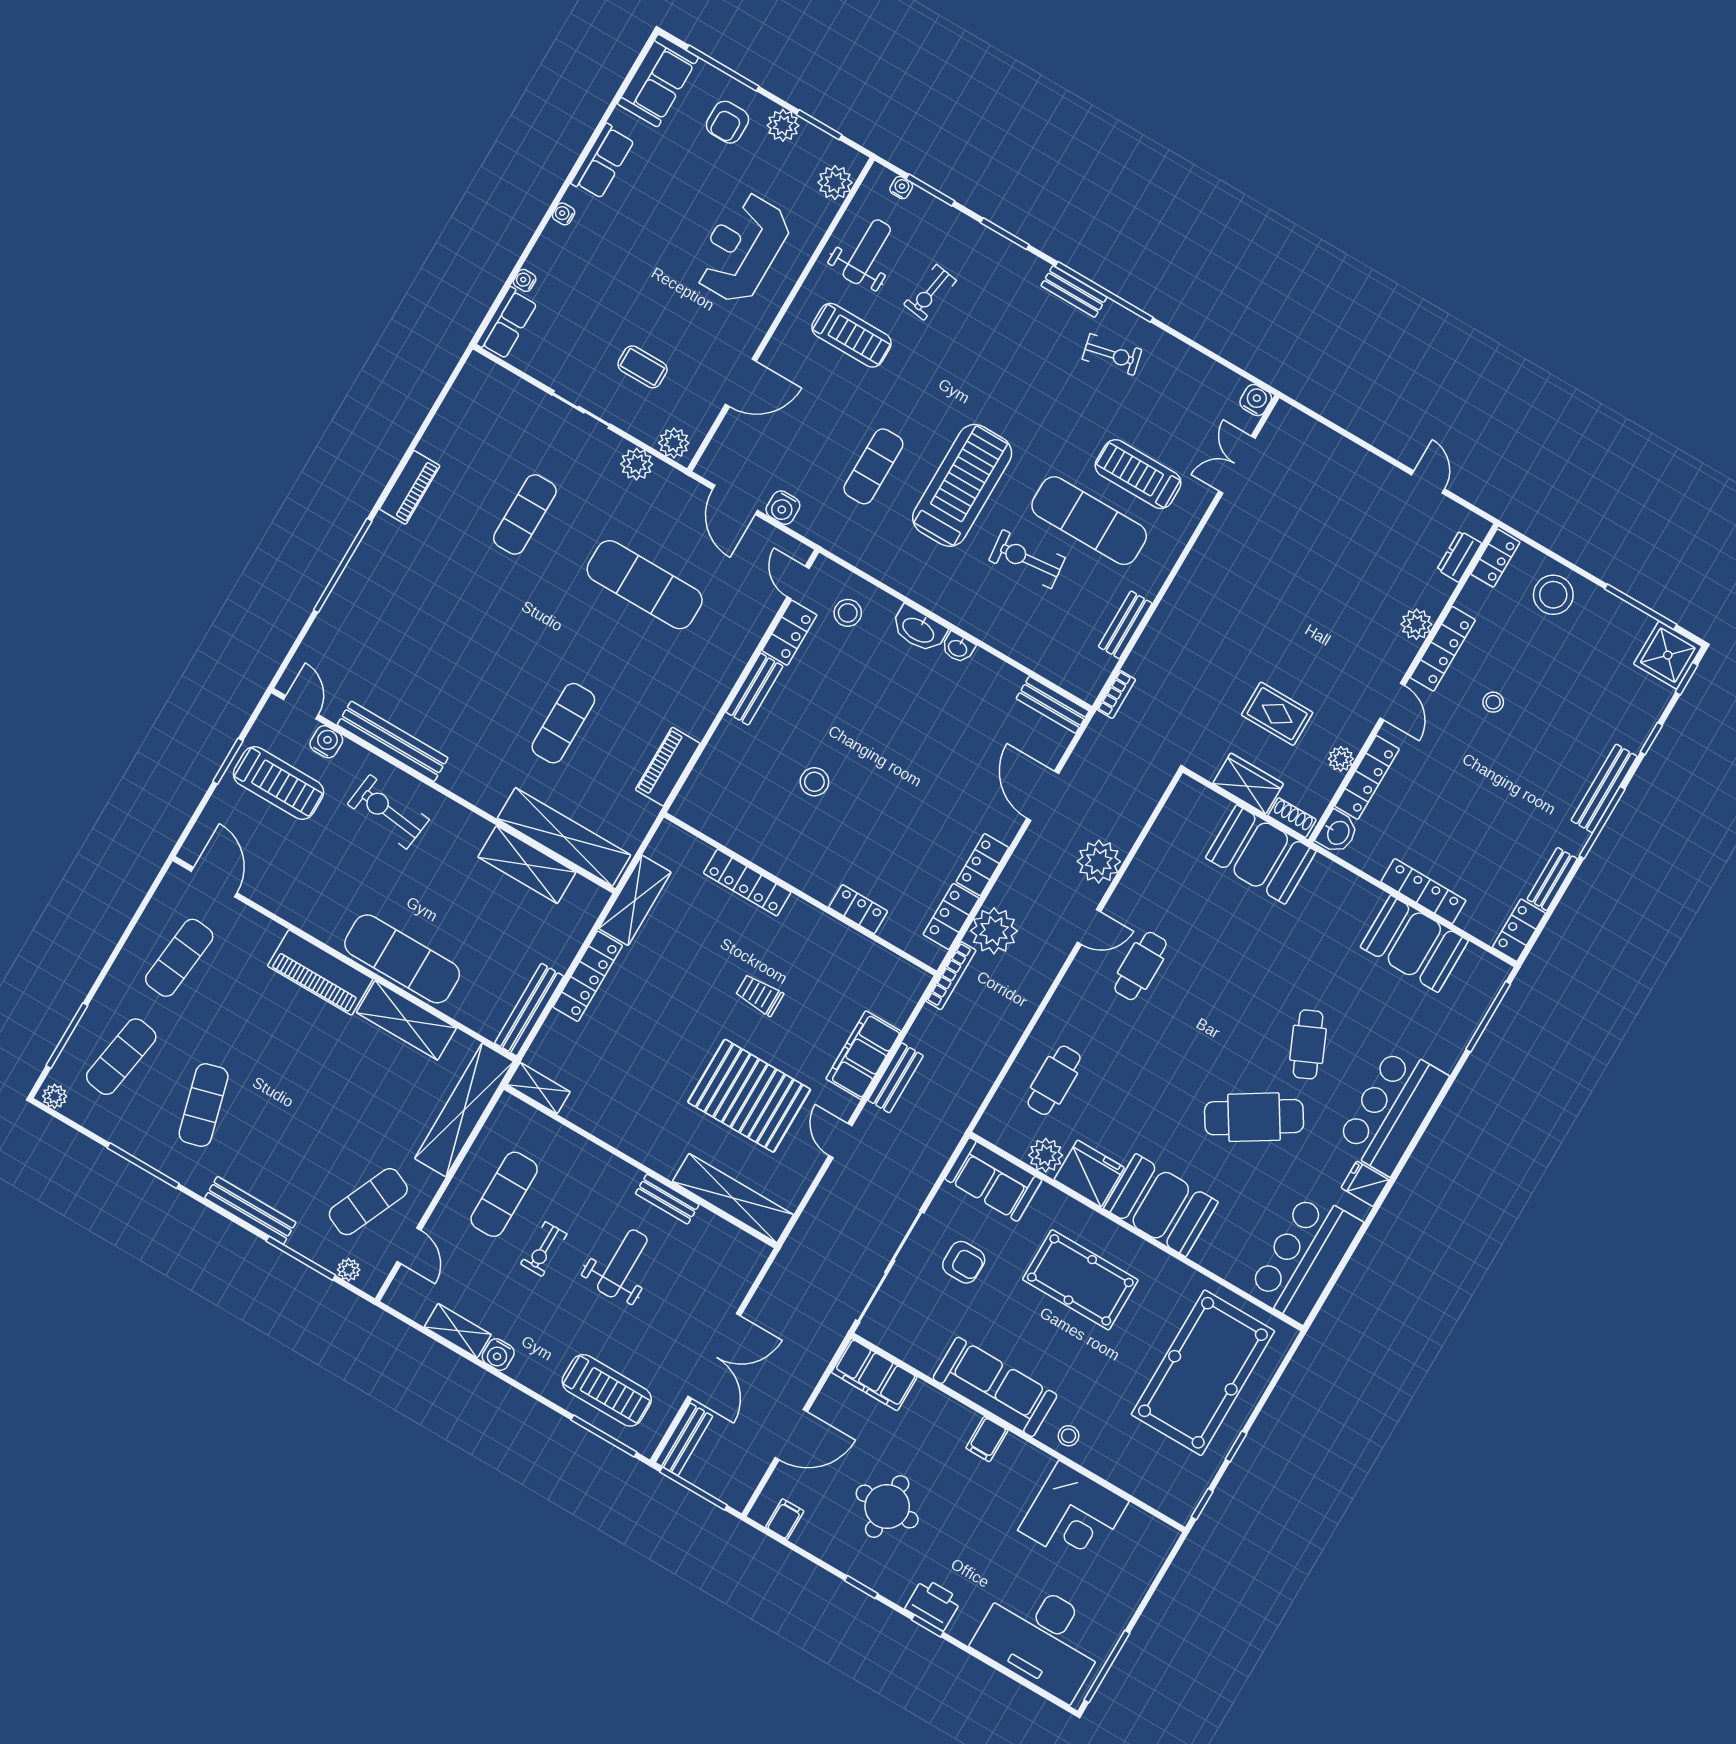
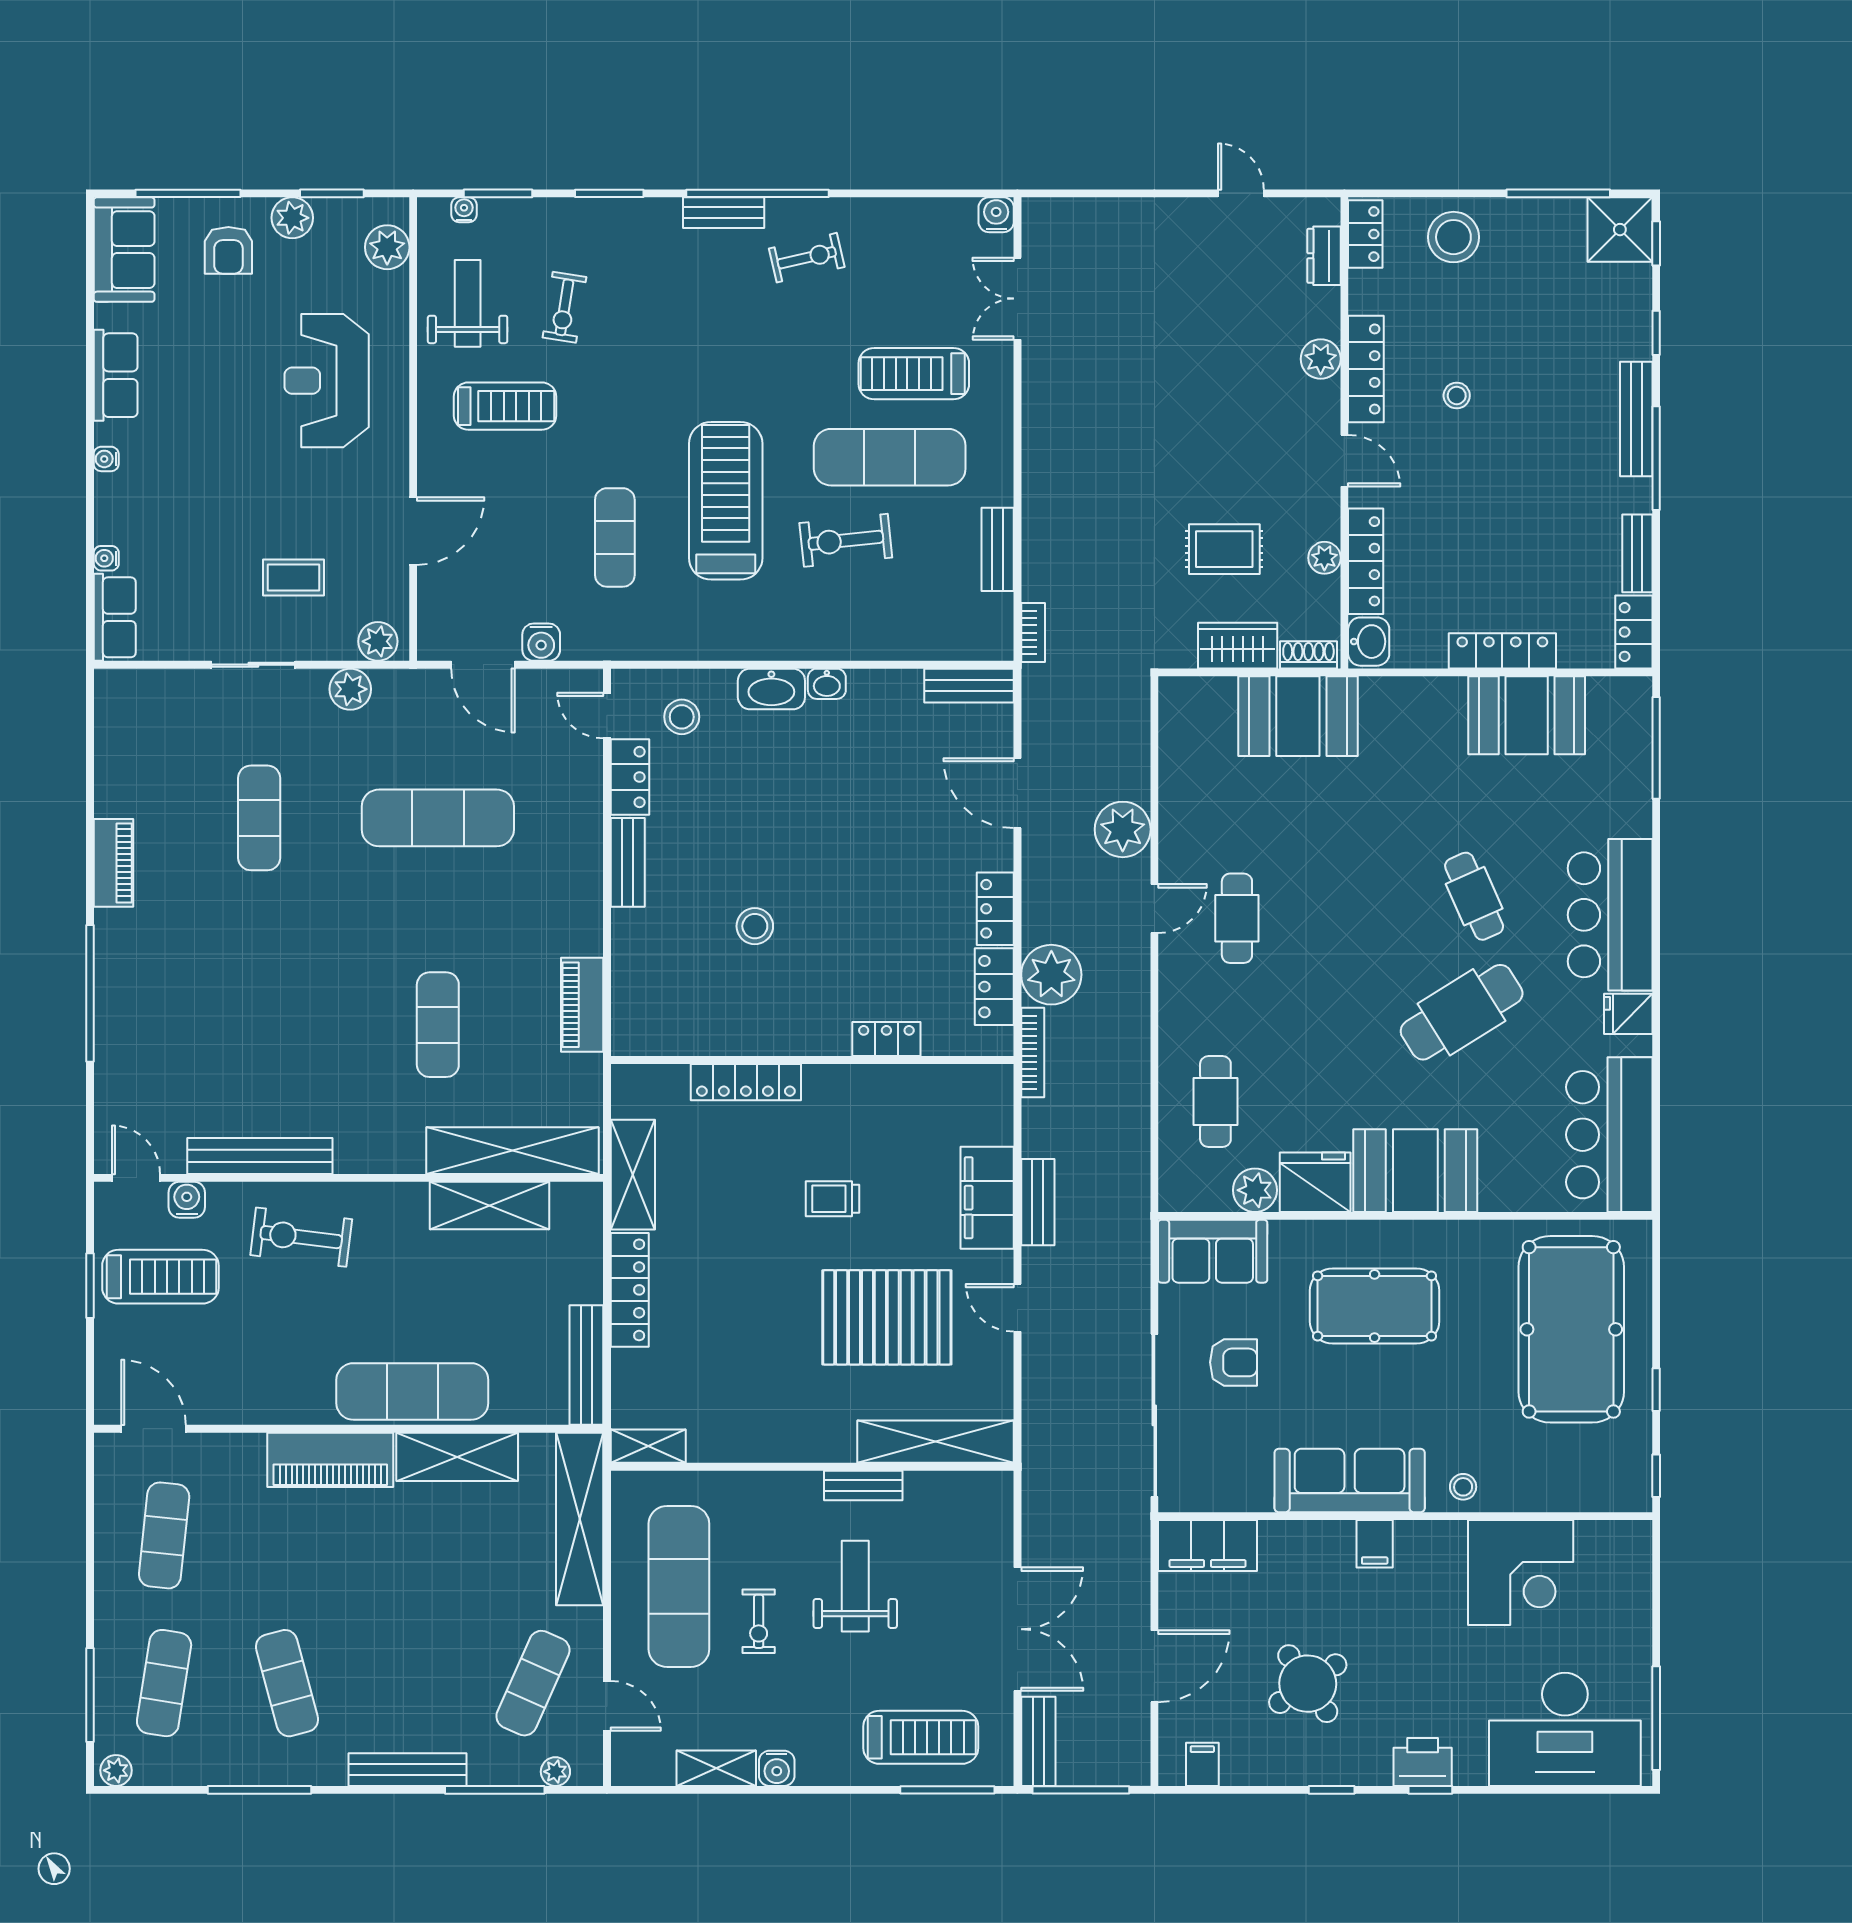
exercise mat: (504, 1194) -> (679, 1586), width x1.36, depth x1.45
round table: (887, 1507) -> (1308, 1684), turned -34

